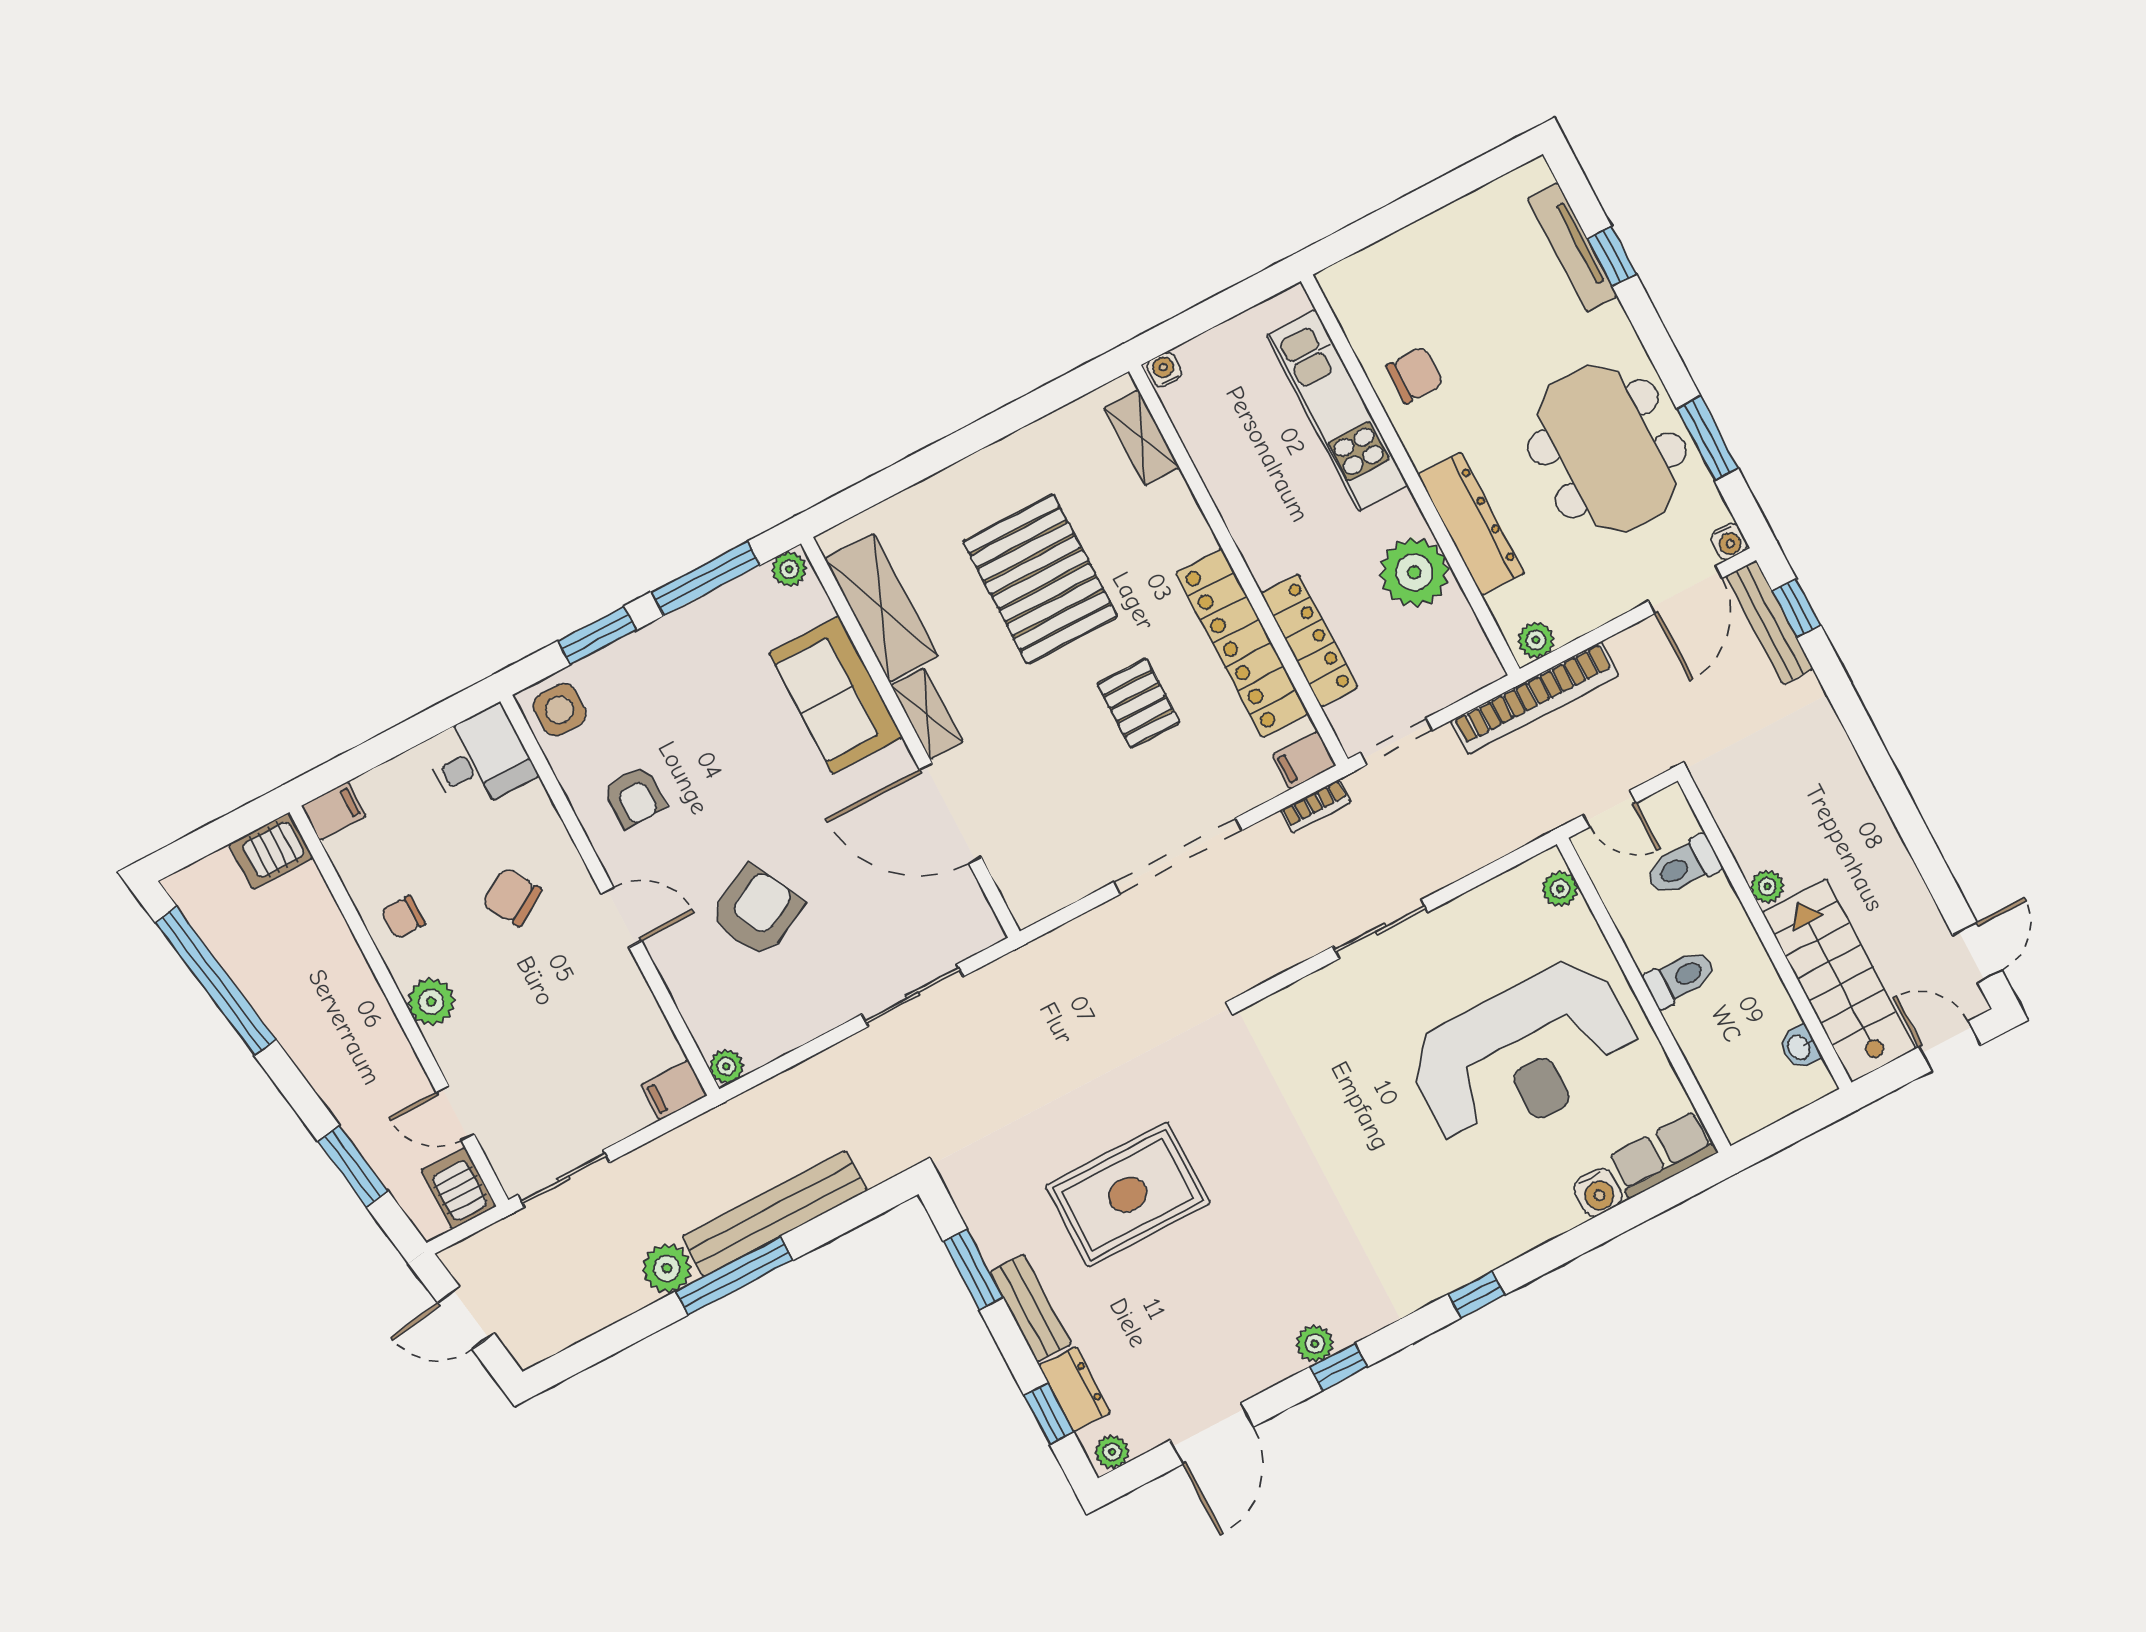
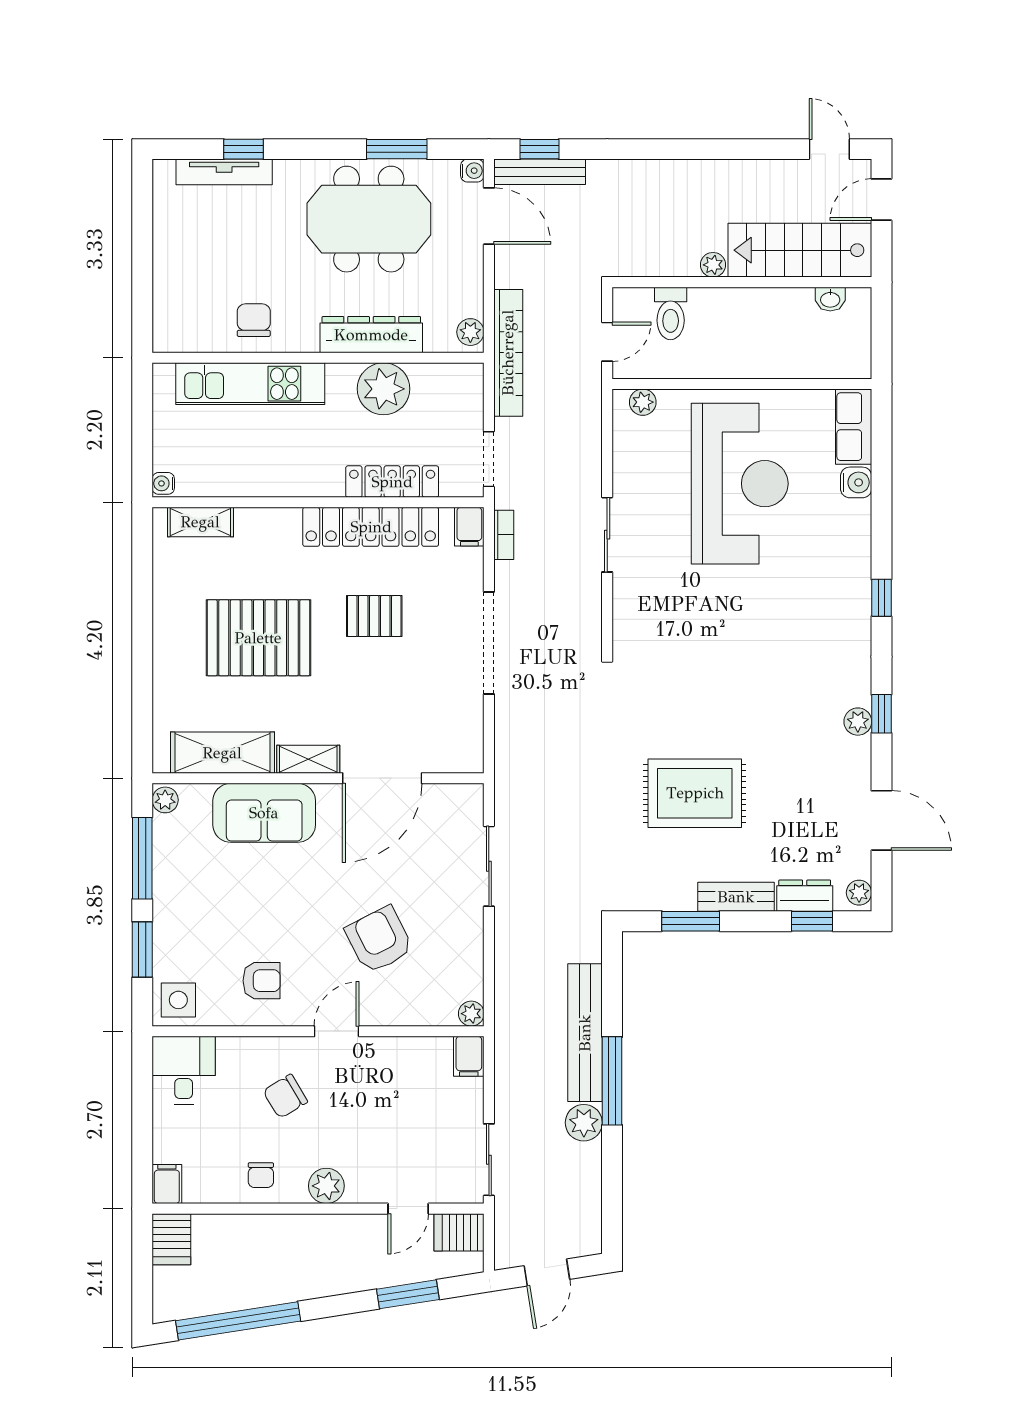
toilet: (1680, 978) -> (743, 354), removed
rug: (1128, 1195) -> (695, 793), turned 90

